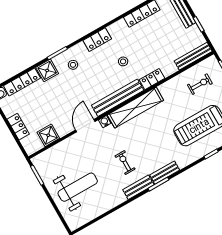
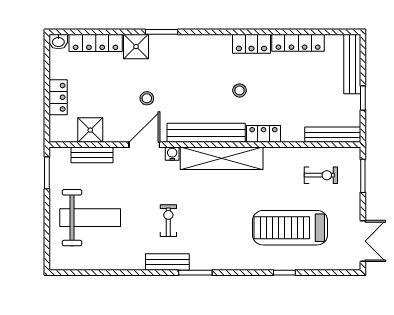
locker: (97, 40) -> (251, 44), moved
stool: (73, 65) -> (147, 98), moved
bench: (165, 173) -> (92, 155), moved

